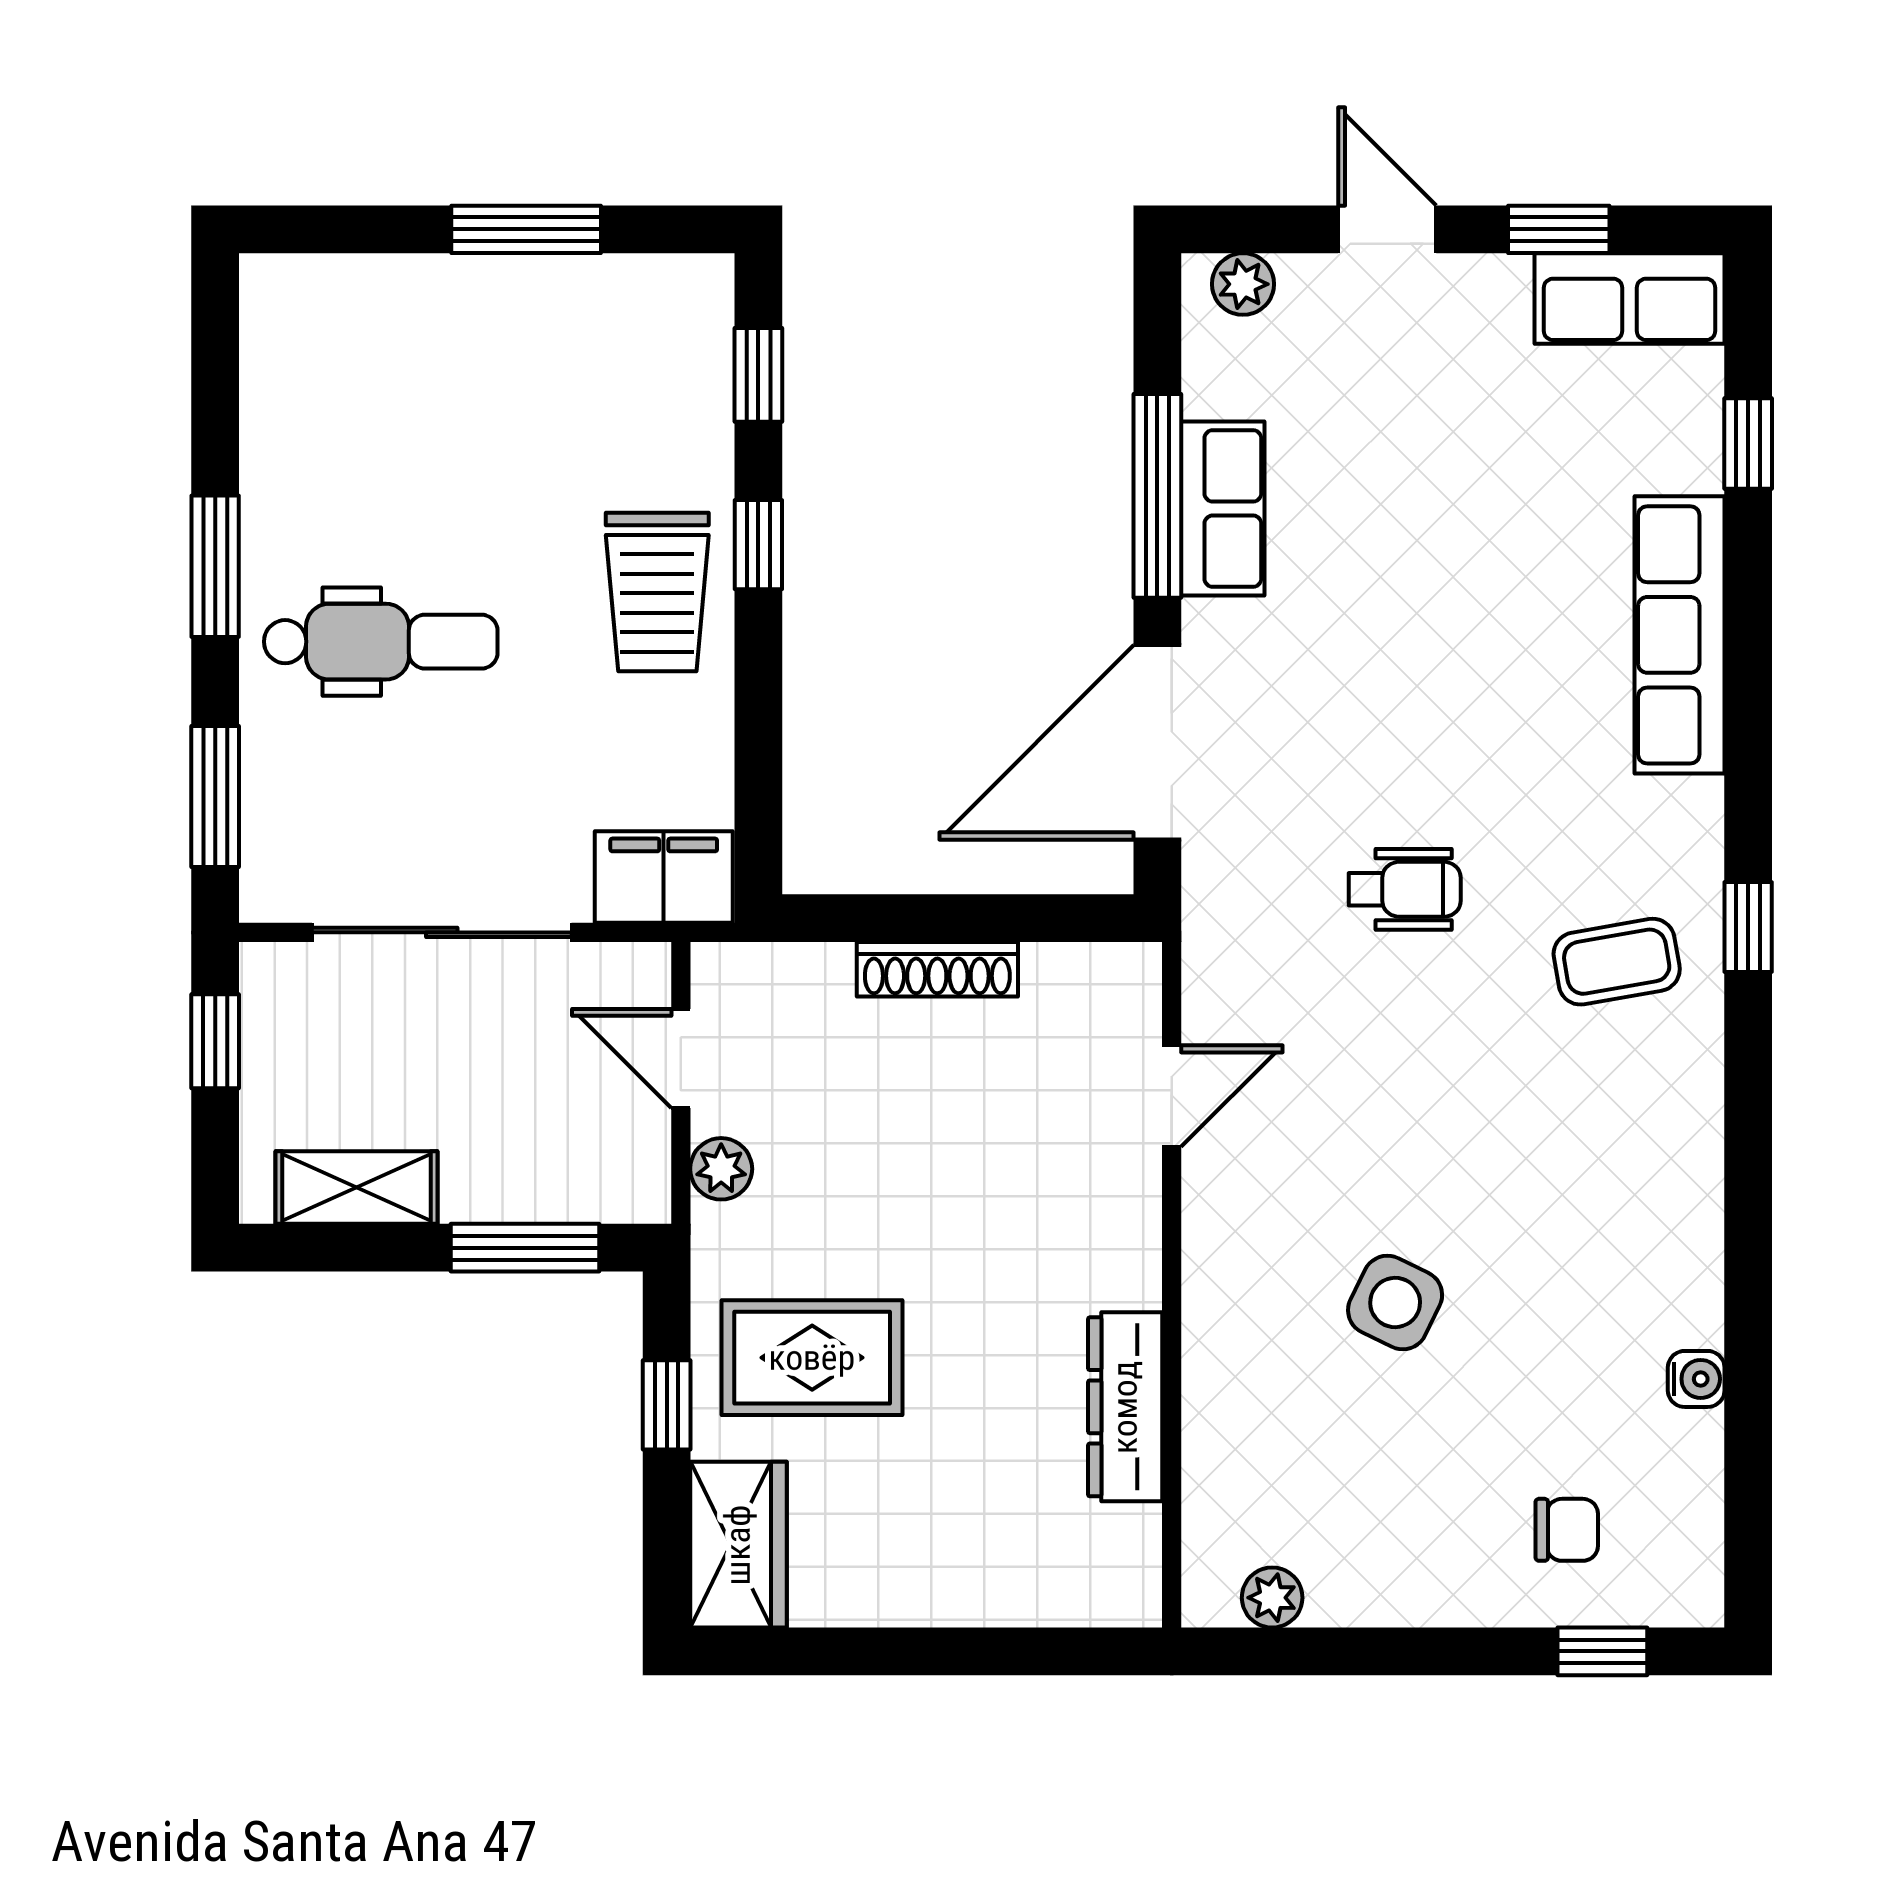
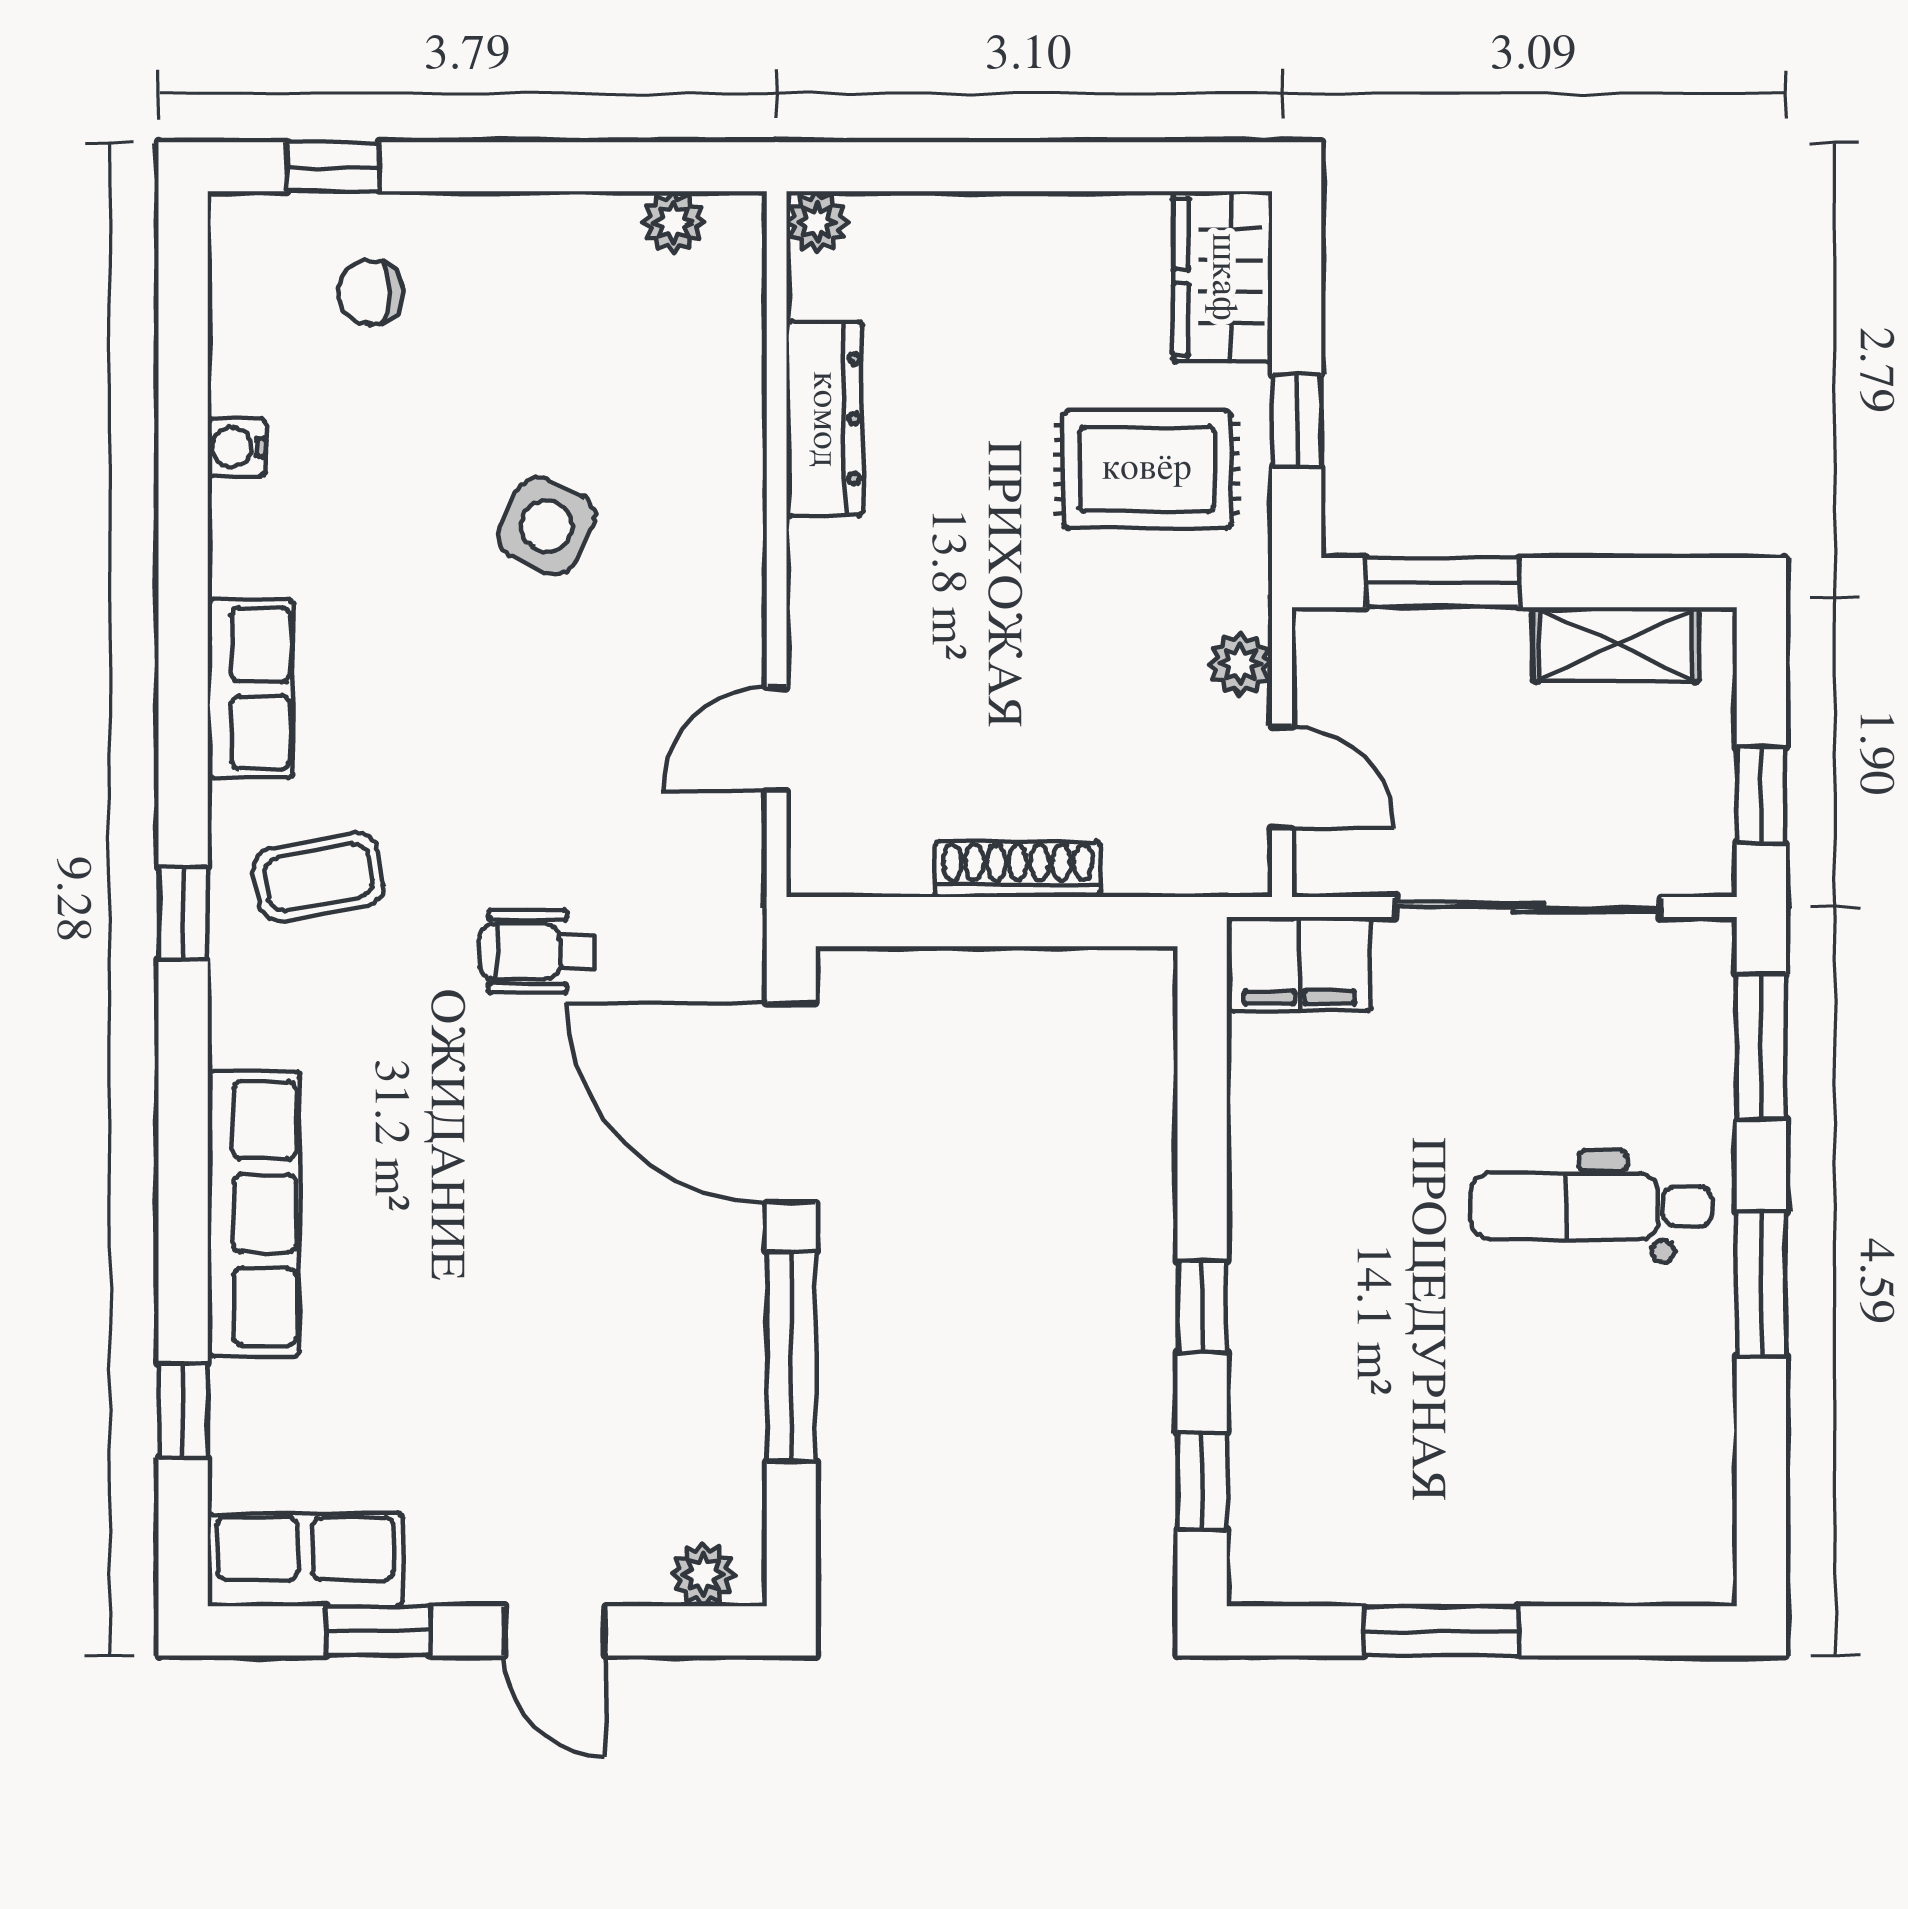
row of seats: (1223, 509) -> (250, 689), moved, turned 180
trolley: (657, 592) -> (1306, 1258), removed
door: (1157, 742) -> (791, 1103), swing flipped
plant: (1133, 1598) -> (817, 222), added

